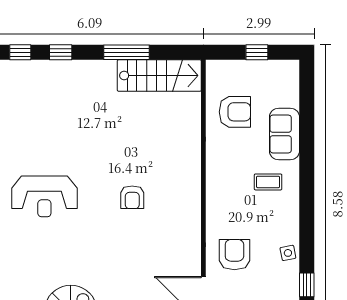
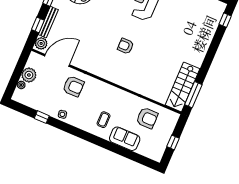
window: (61, 52) -> (216, 41), removed
window: (126, 52) -> (193, 95), moved
armchair: (235, 112) -> (147, 118), turned -90

